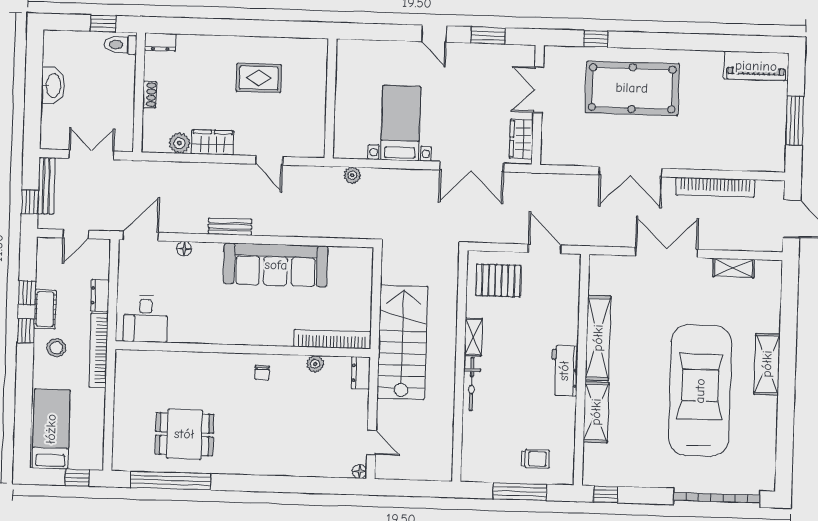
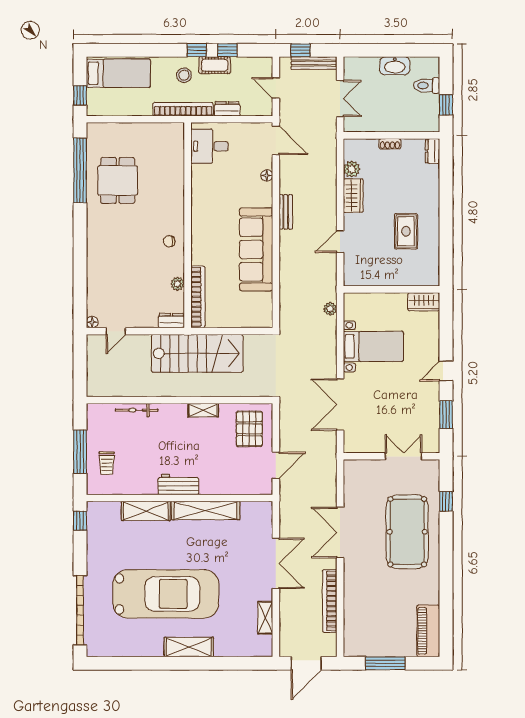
toilet: (120, 45) -> (427, 85), moved, turned -90
wardrobe: (521, 139) -> (424, 302), moved, turned 180
bicycle: (472, 384) -> (137, 410), moved

